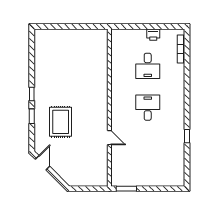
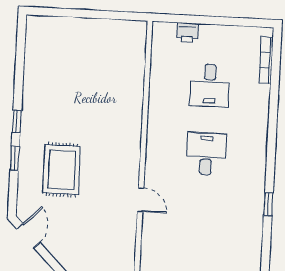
printer: (153, 35) -> (187, 33), moved

